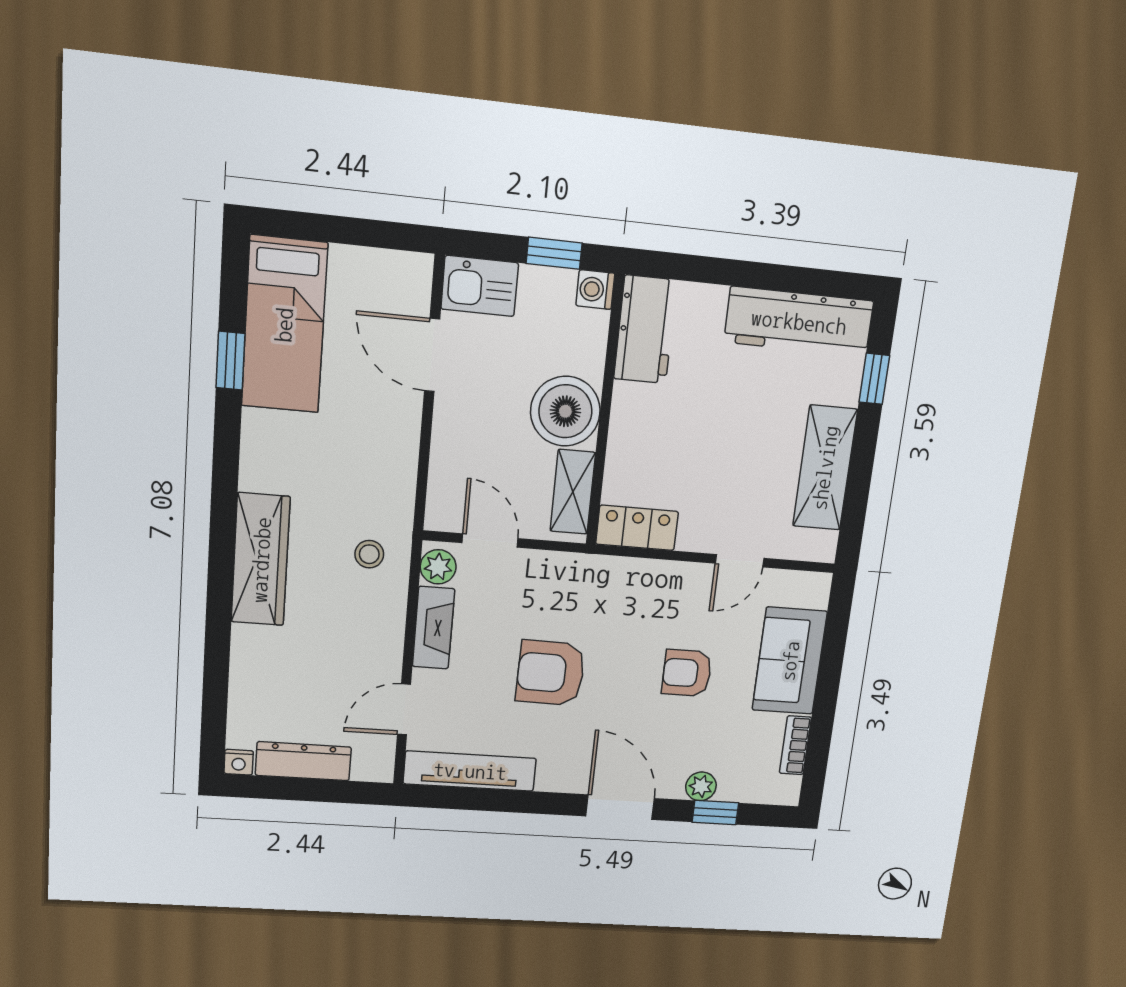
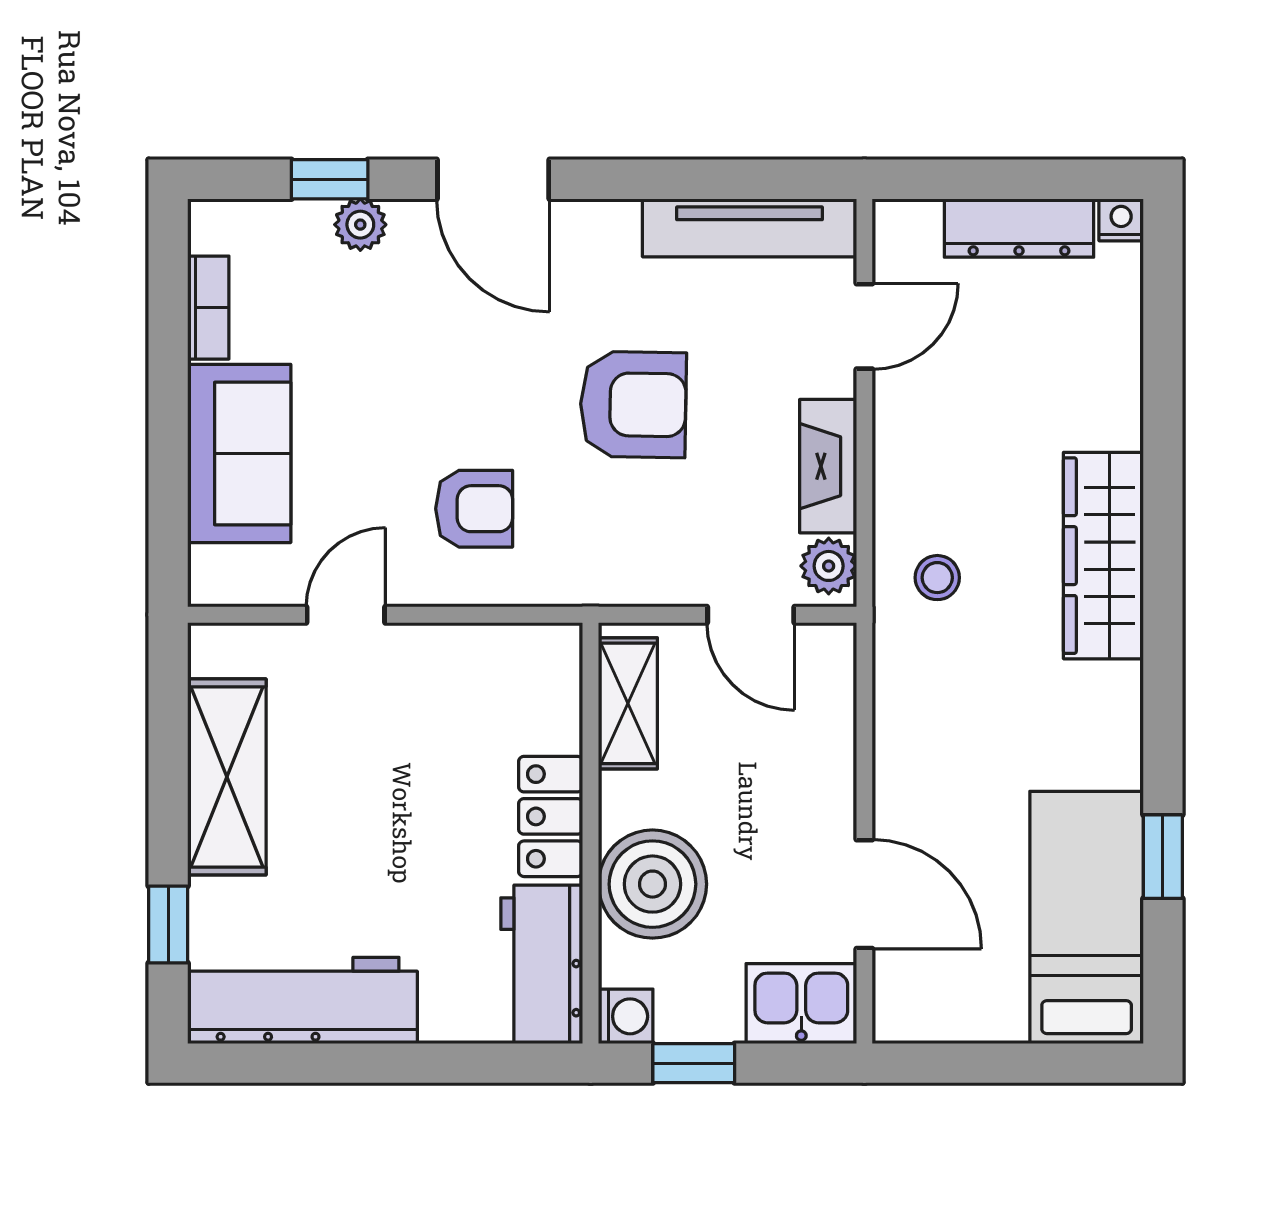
boiler: (565, 411) -> (652, 884), moved
locker: (637, 528) -> (551, 816), moved, turned 90
armchair: (687, 673) -> (474, 509), moved

